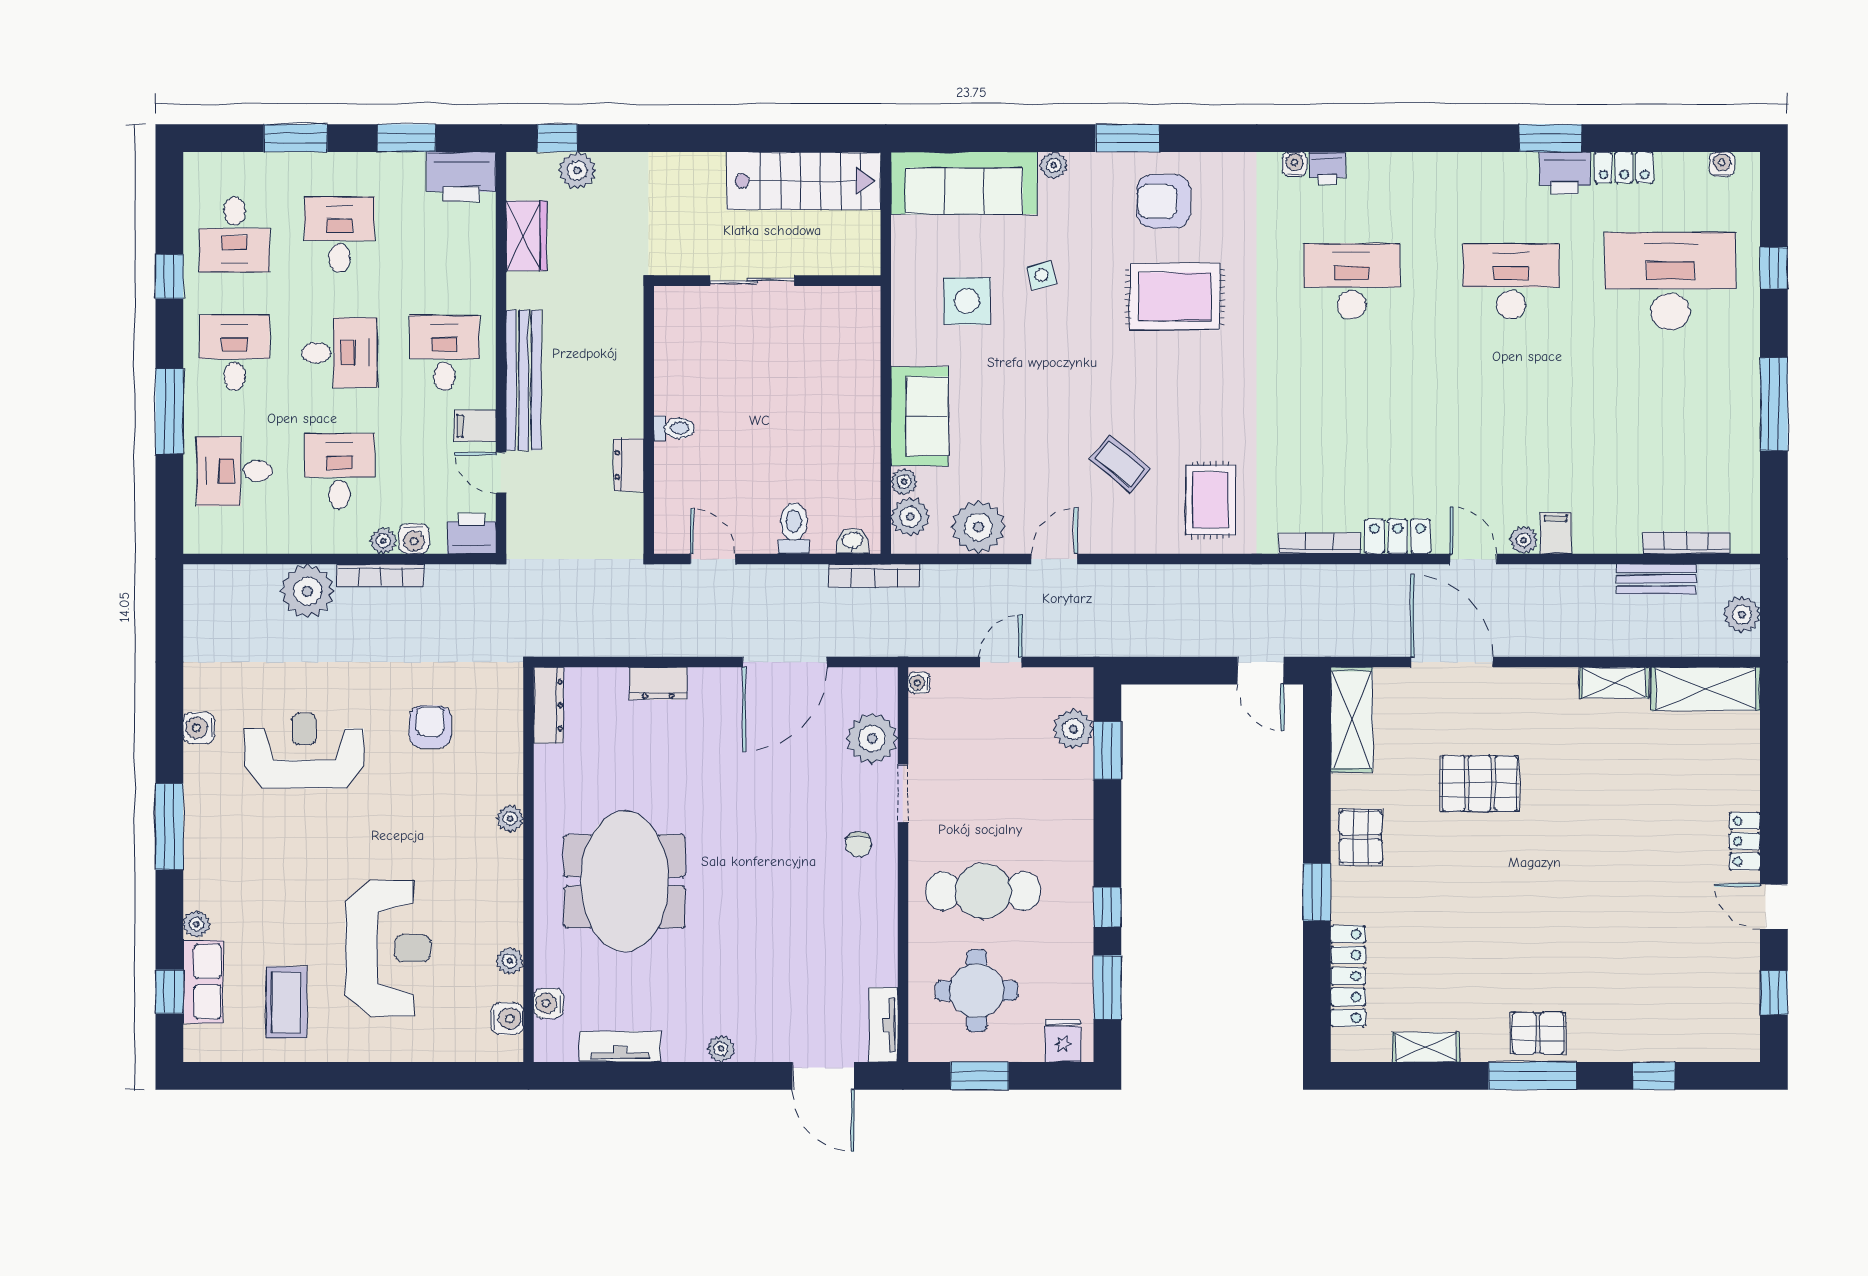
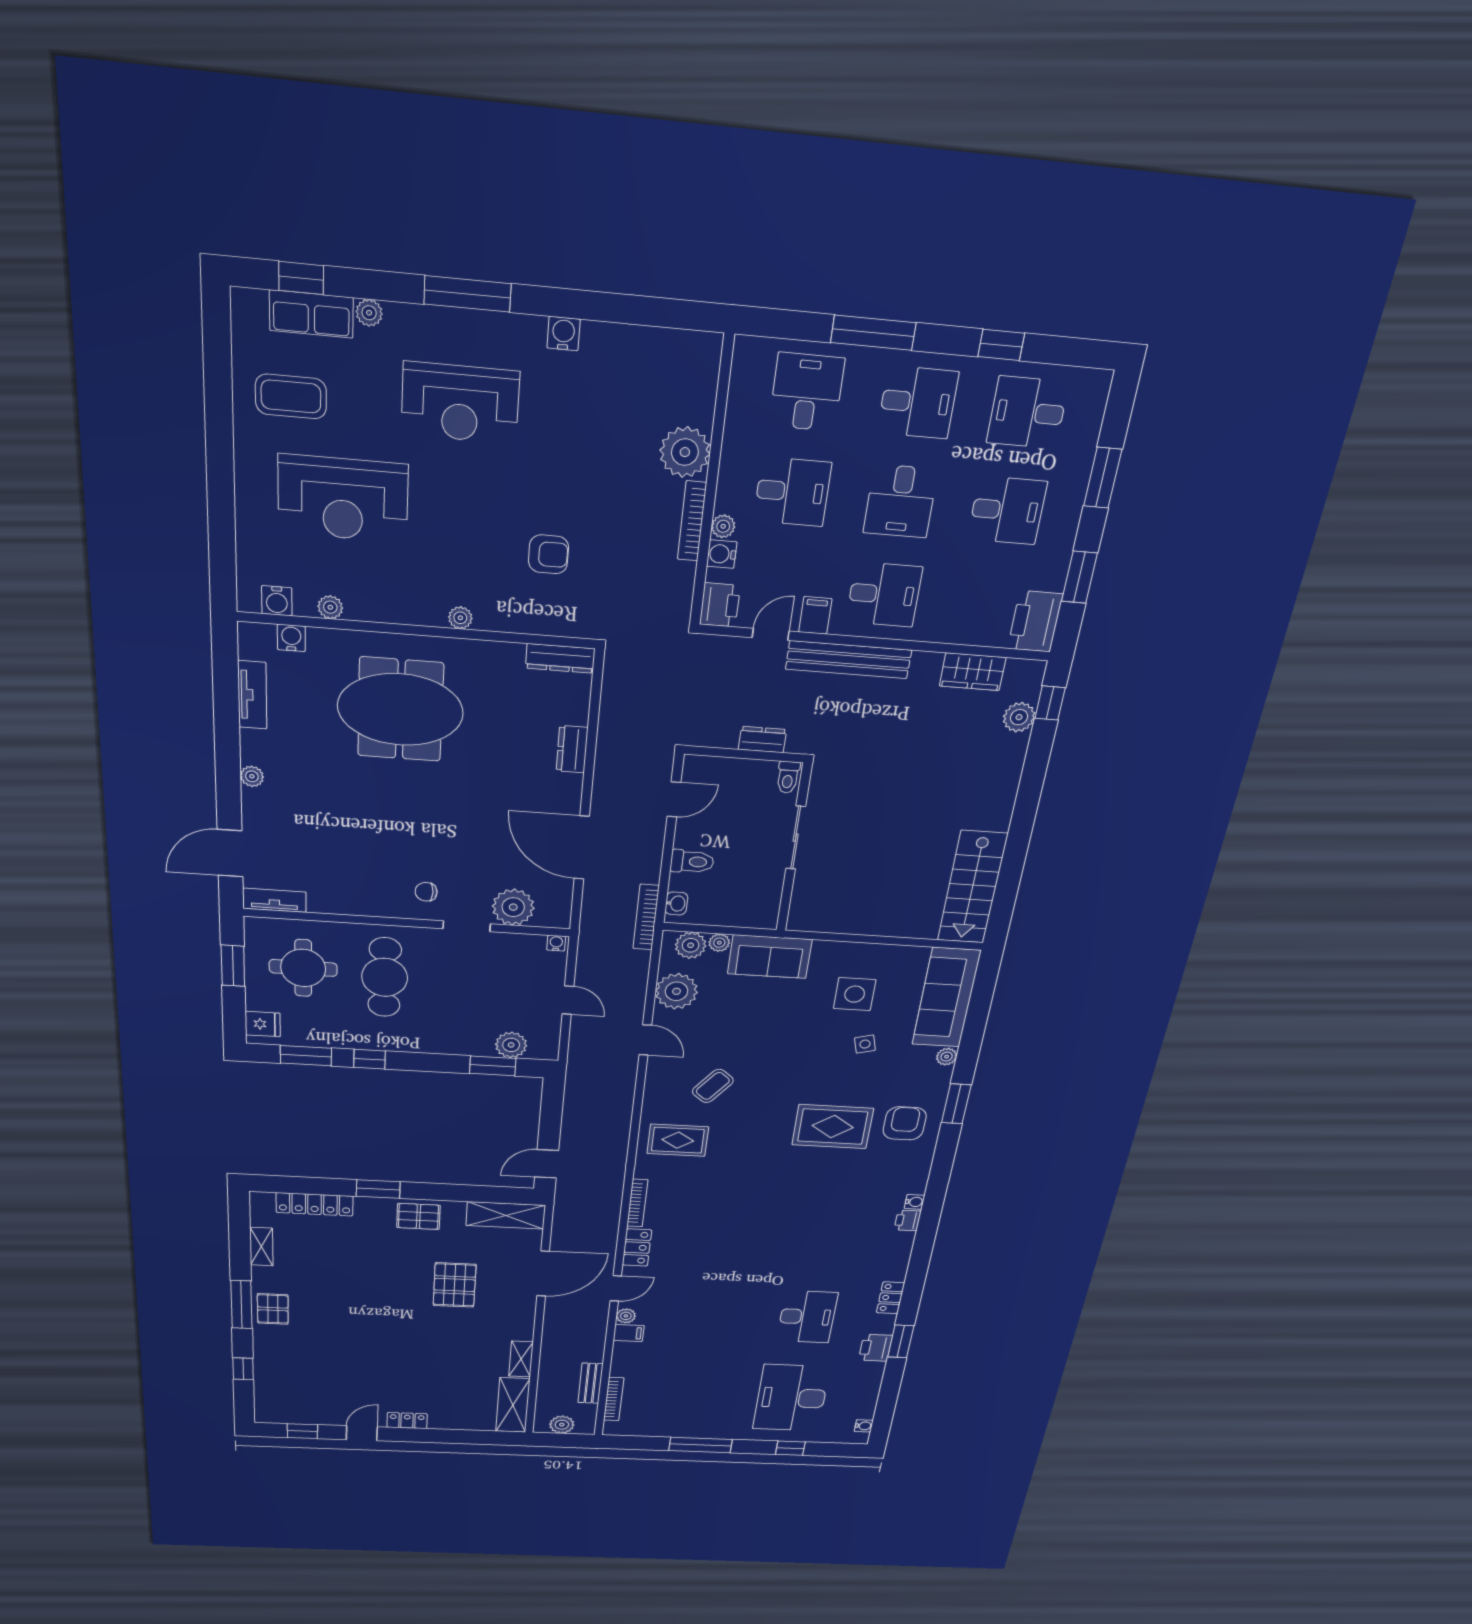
locker: (1624, 167) -> (891, 1298), moved
sliding door: (752, 281) -> (796, 838), moved
wall: (767, 281) -> (794, 849), moved
desk: (1352, 281) -> (824, 1230), removed
desk: (1670, 281) -> (791, 1398), turned 180
rug: (1175, 297) -> (833, 1127), turned 90
reception desk: (304, 751) -> (460, 403), moved, turned 90

